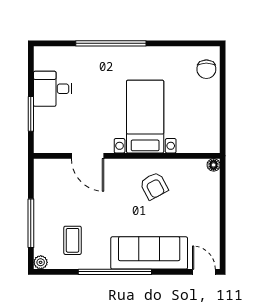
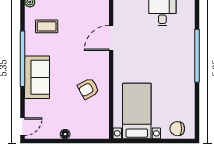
bed with nightstands: (145, 117) -> (137, 111), moved, turned -90
floor lamp: (214, 165) -> (65, 134), moved
sofa: (149, 253) -> (37, 77), width x0.73

